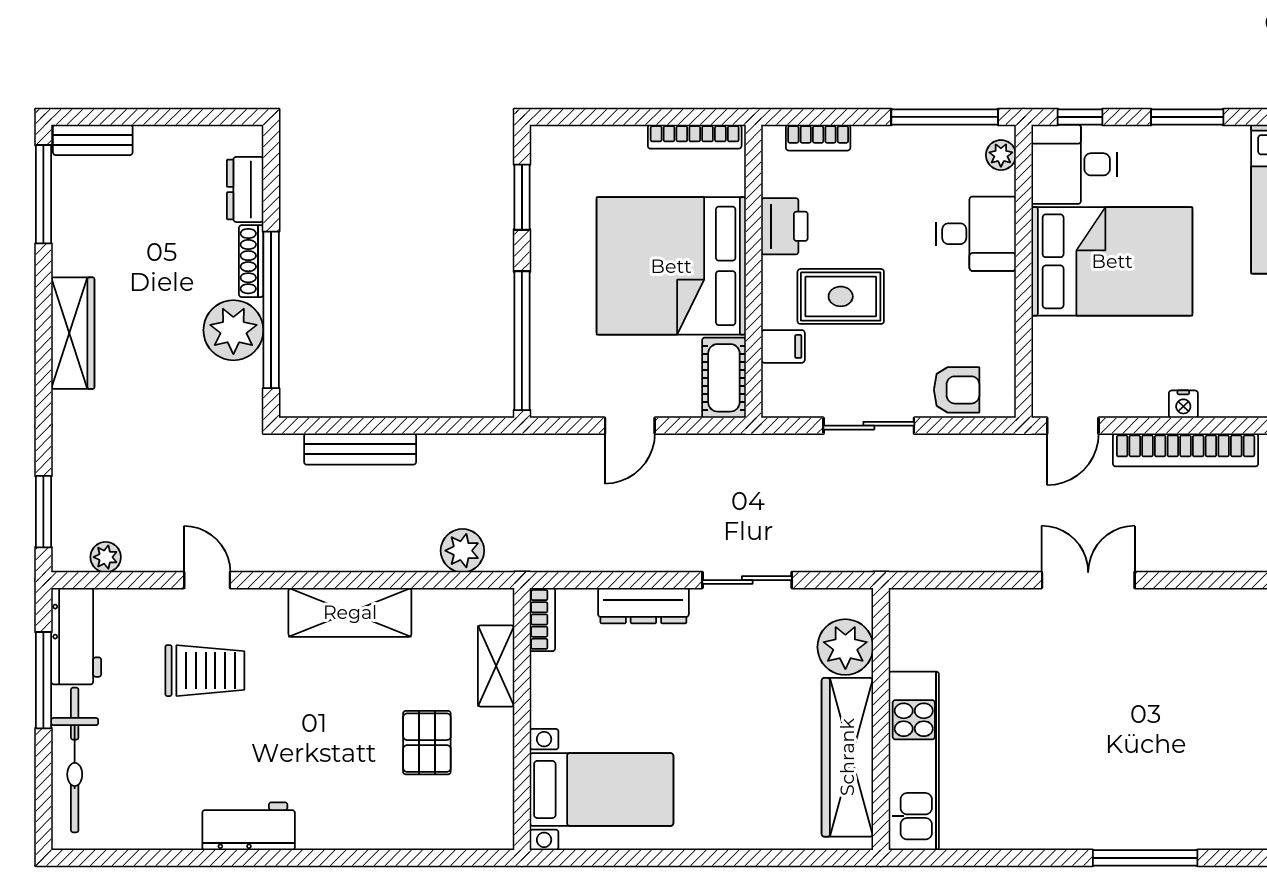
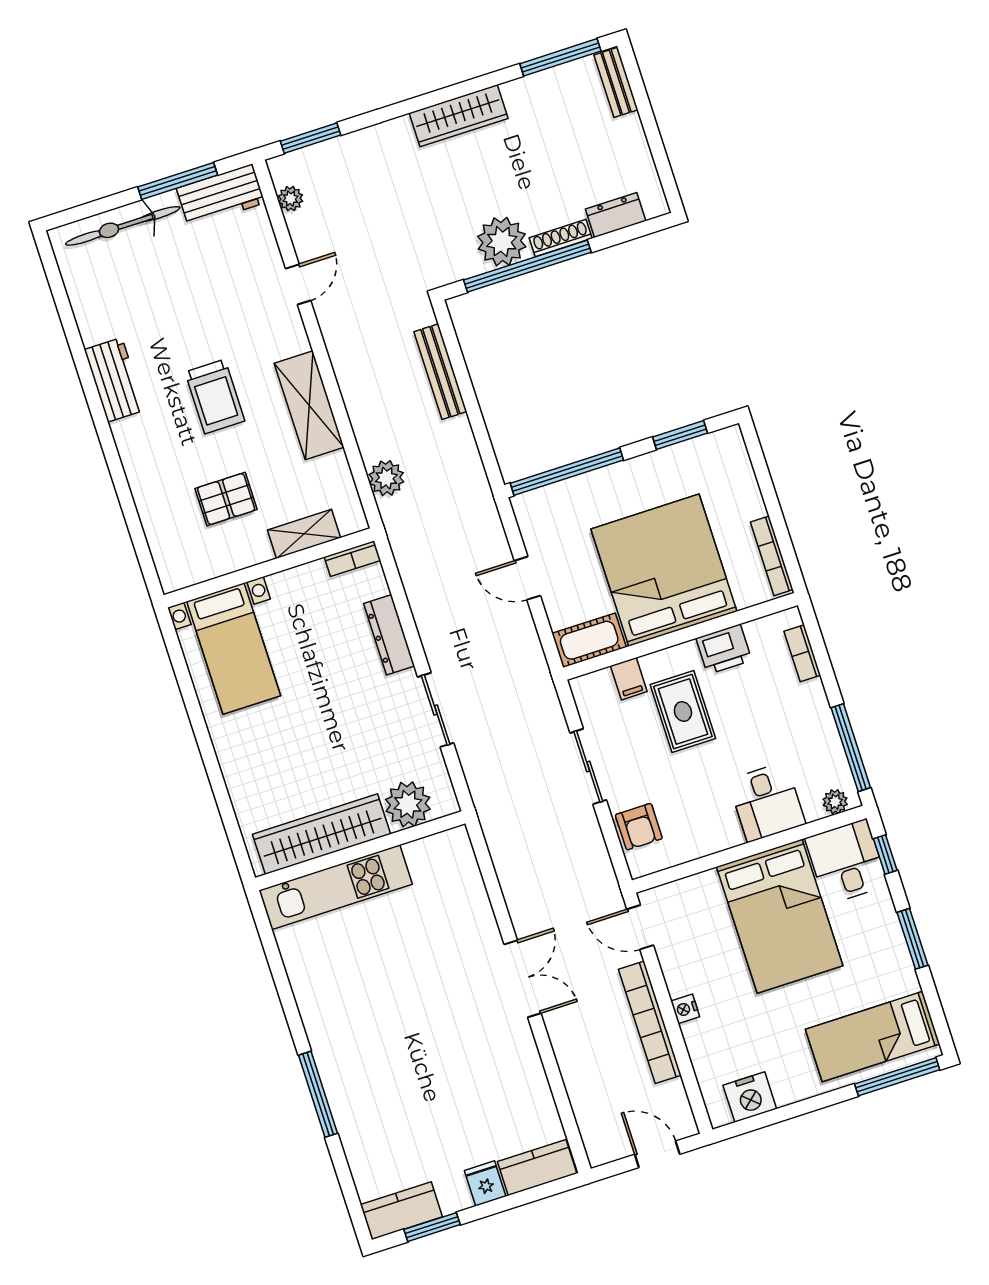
trolley: (205, 671) -> (215, 397), moved

